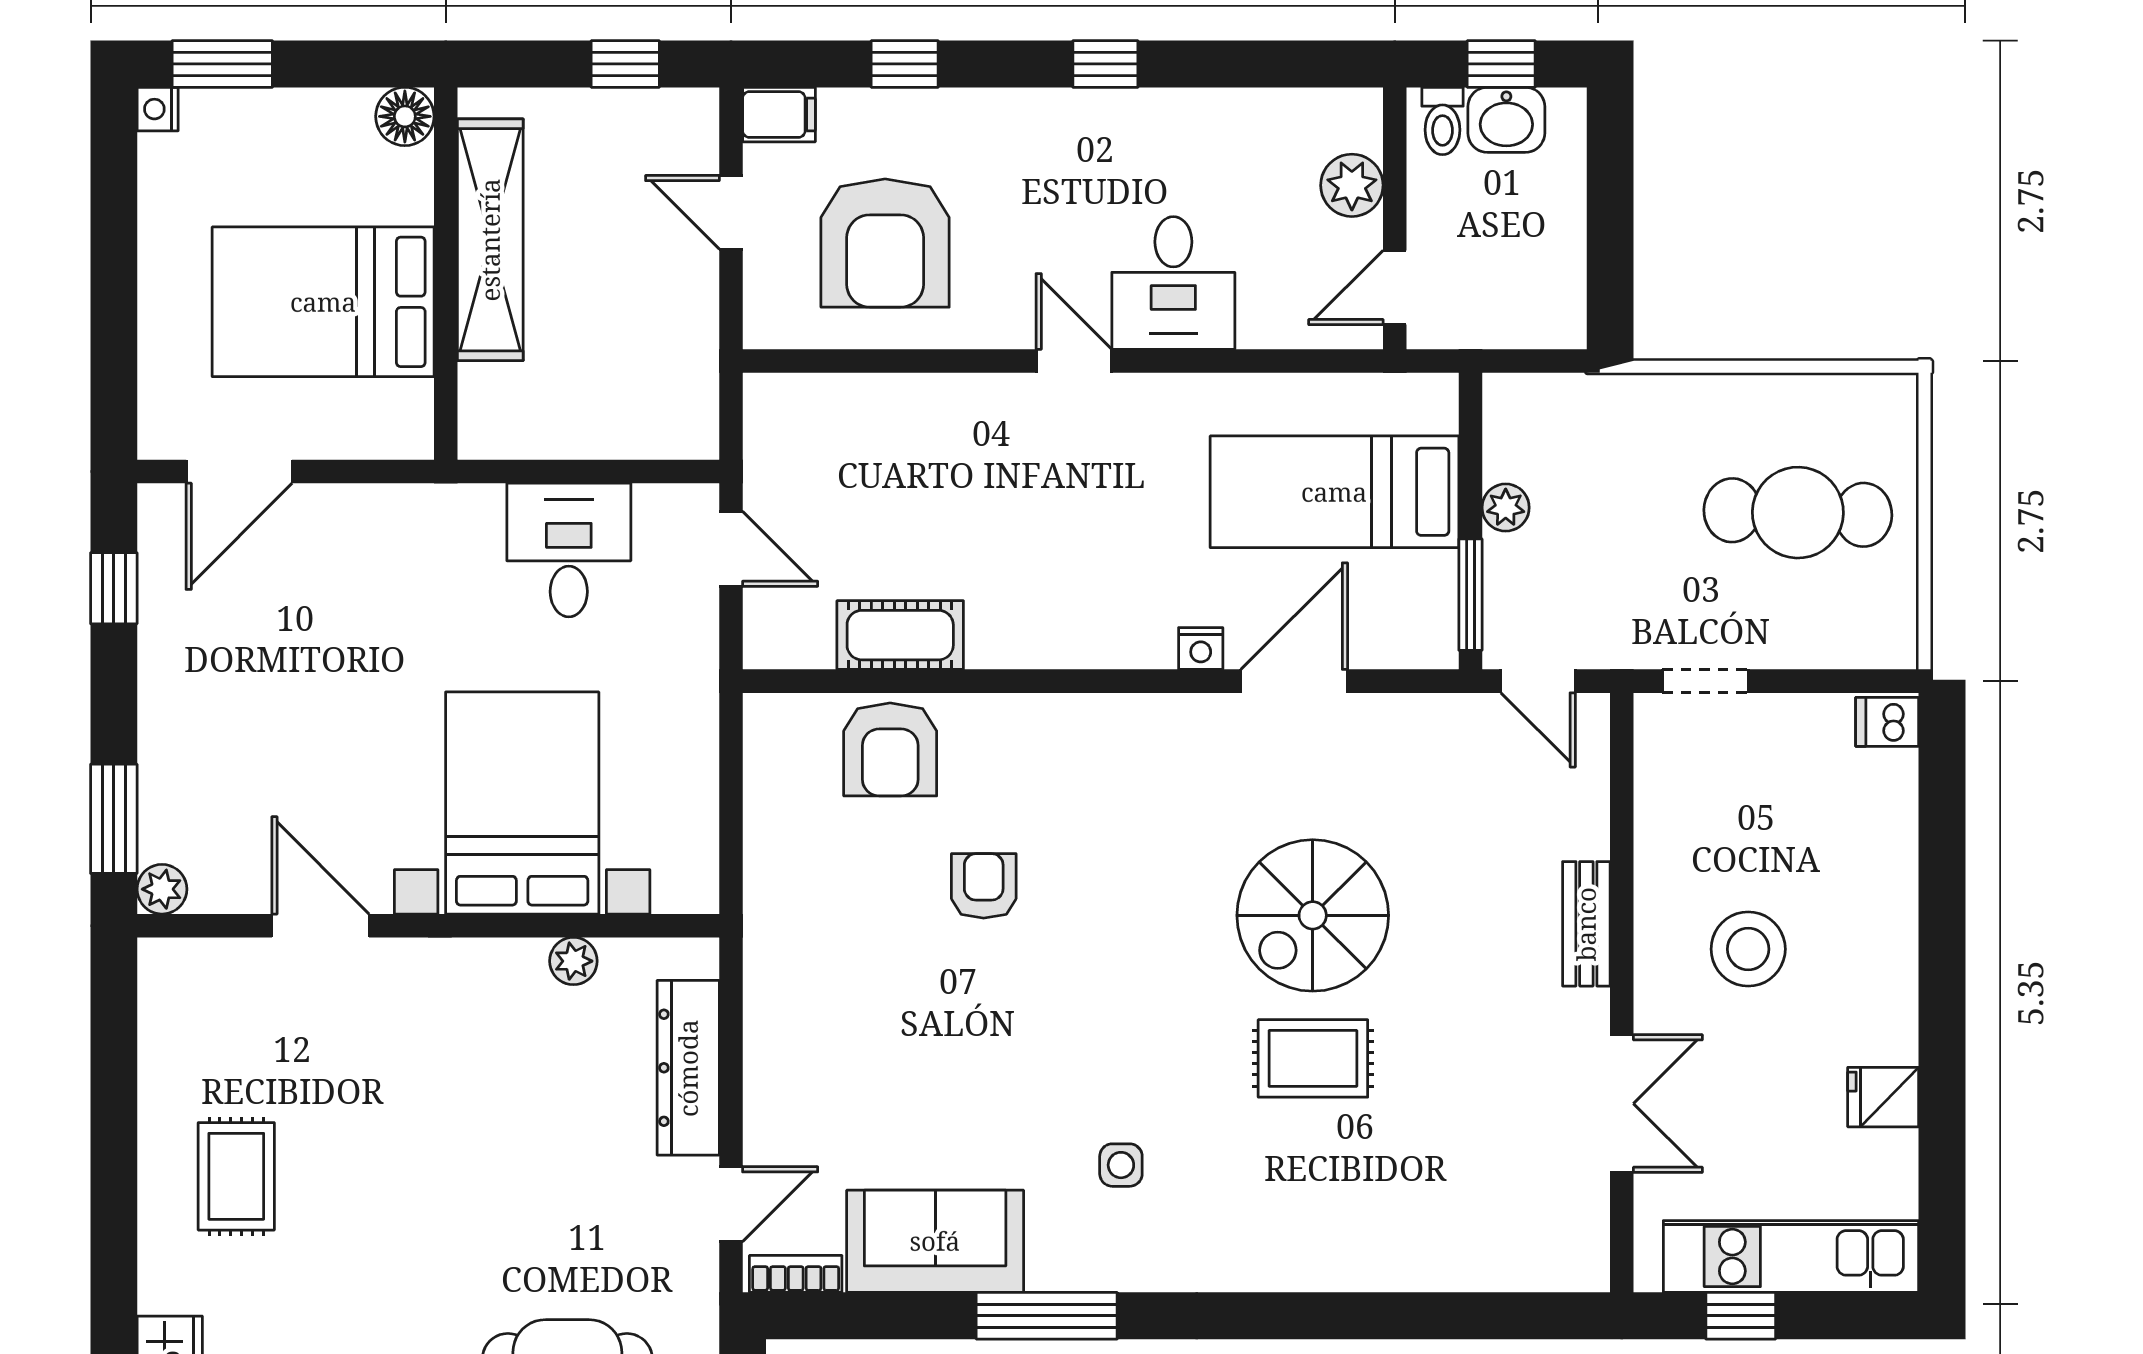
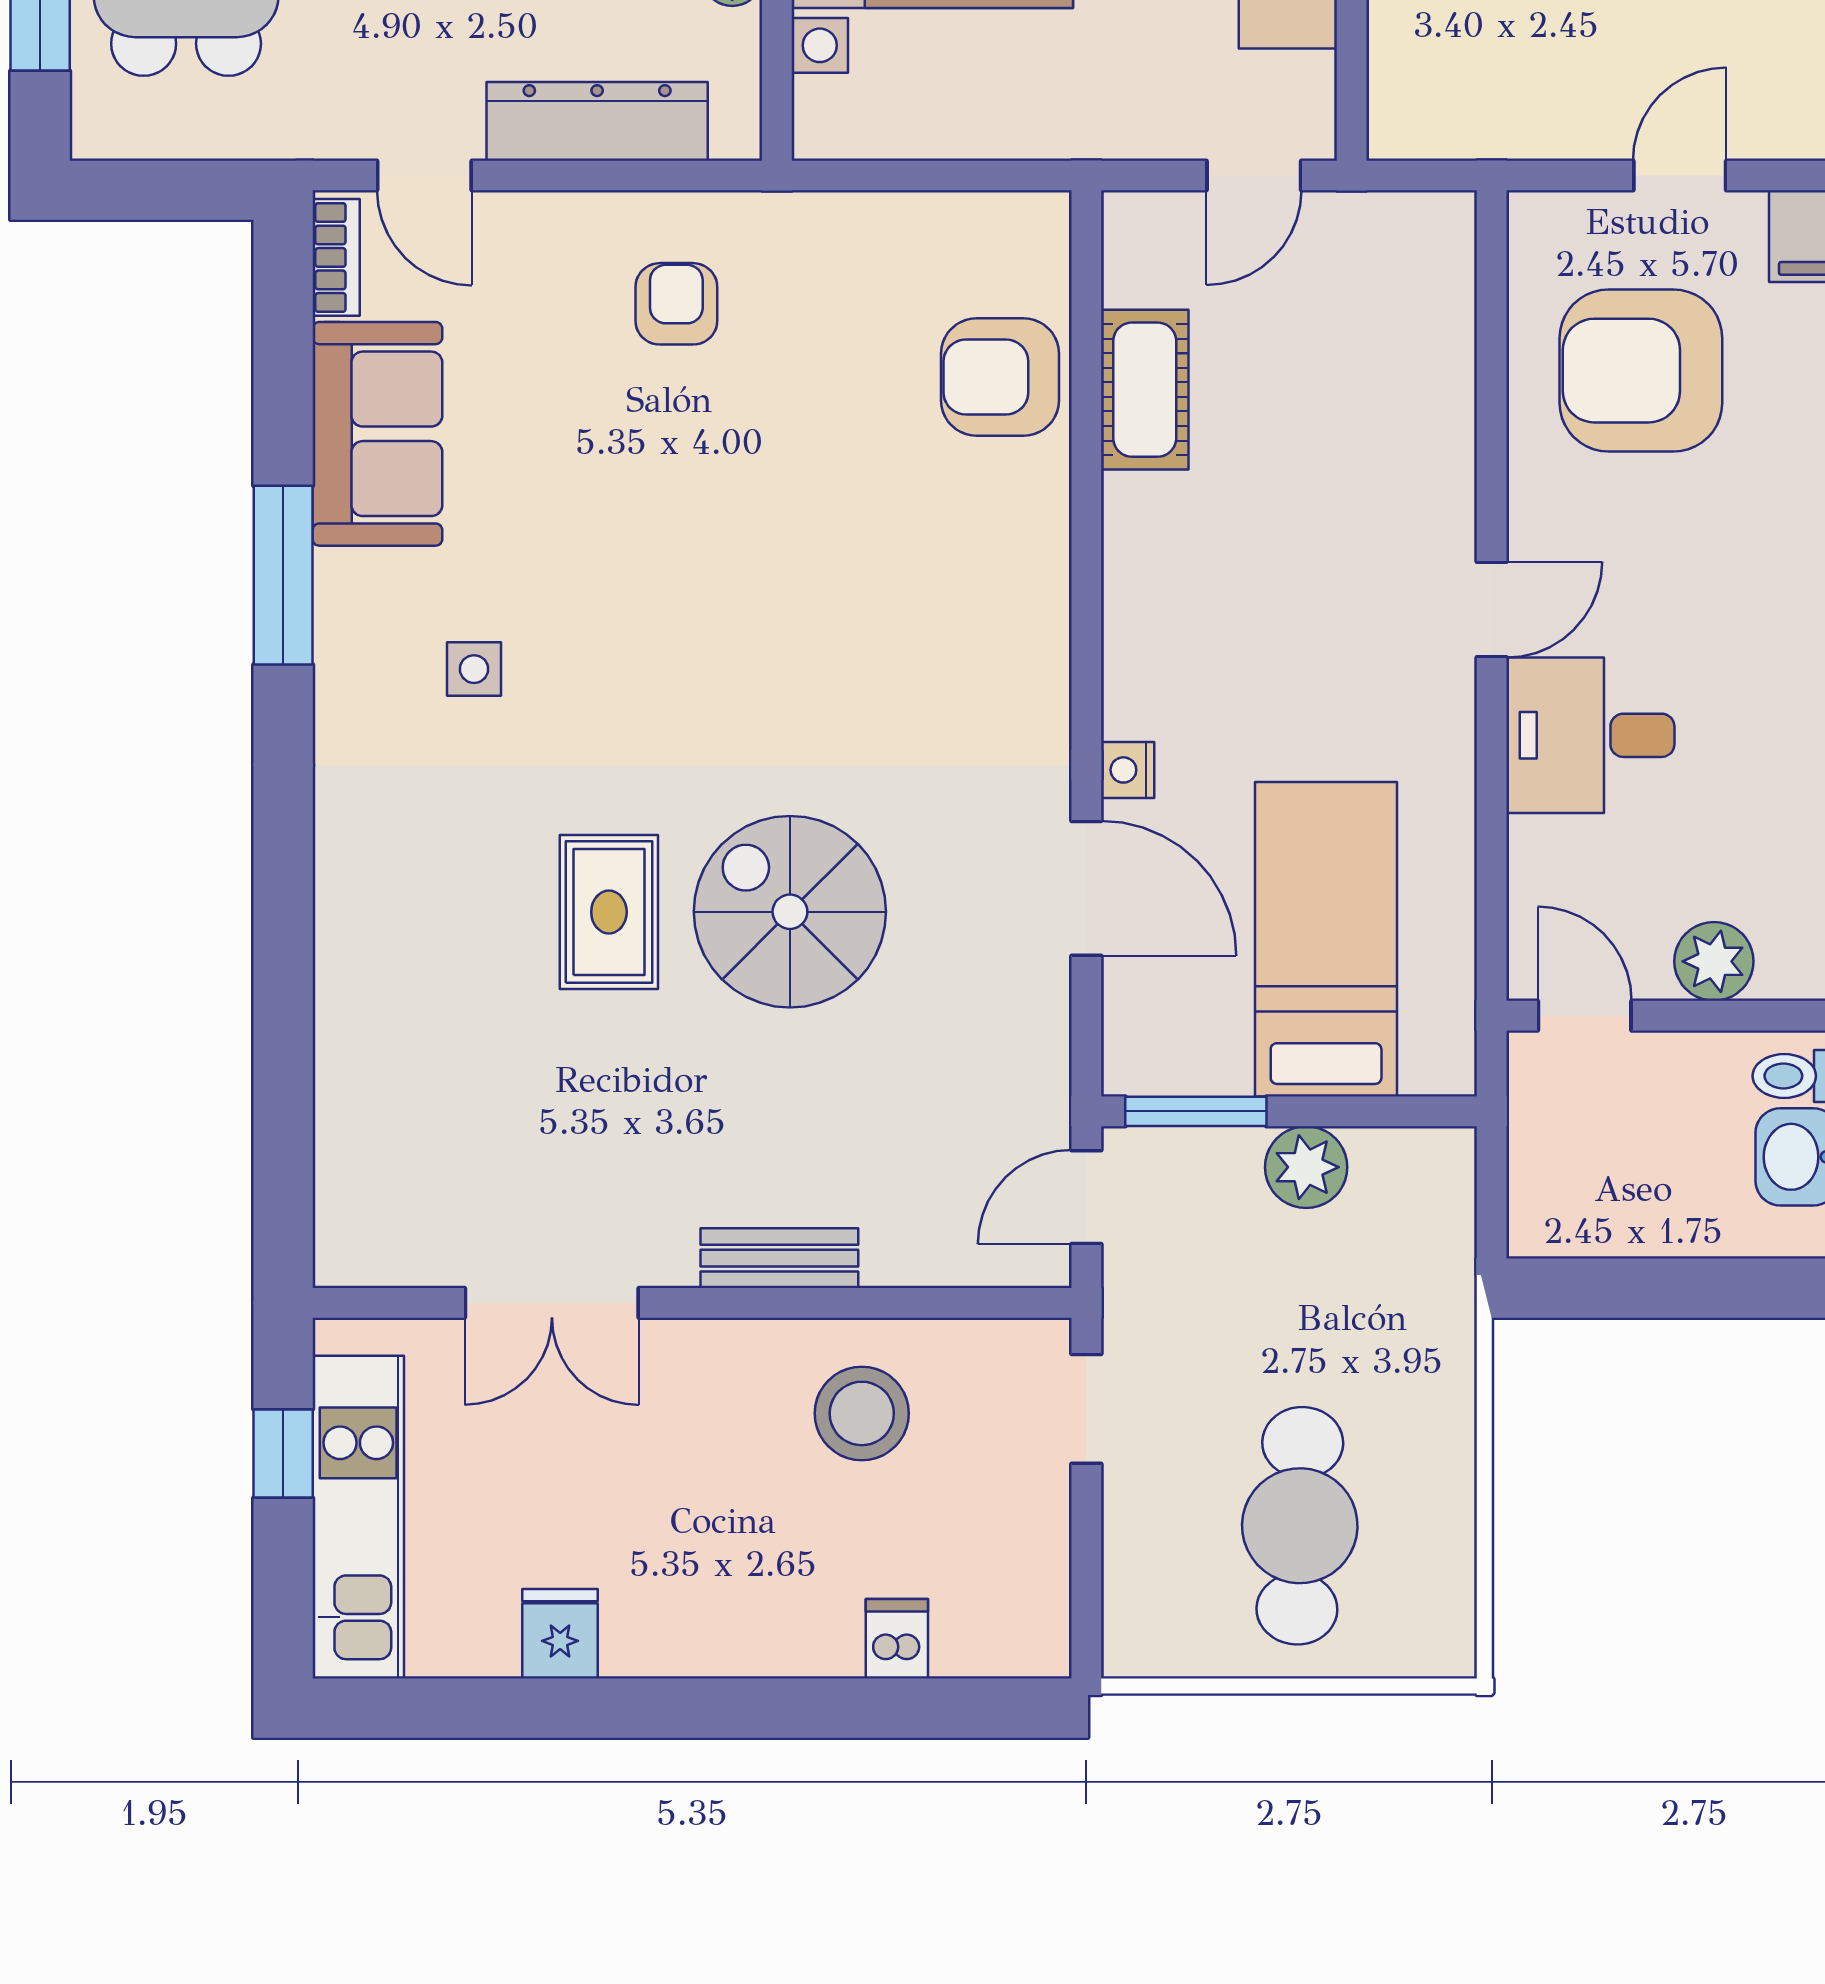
plant: (1506, 508) -> (1306, 1167), width x1.38, depth x1.38
dishwasher: (1887, 722) -> (897, 1639), moved
armchair: (984, 886) -> (676, 304), moved, turned -90
stool: (1748, 949) -> (862, 1413), moved

